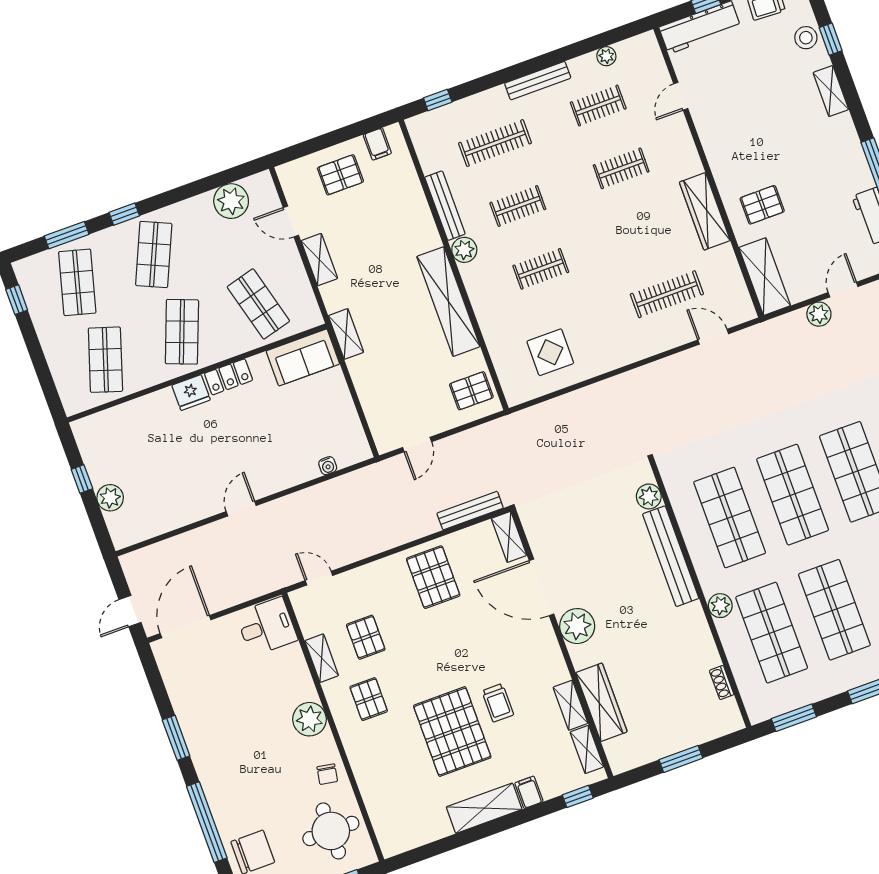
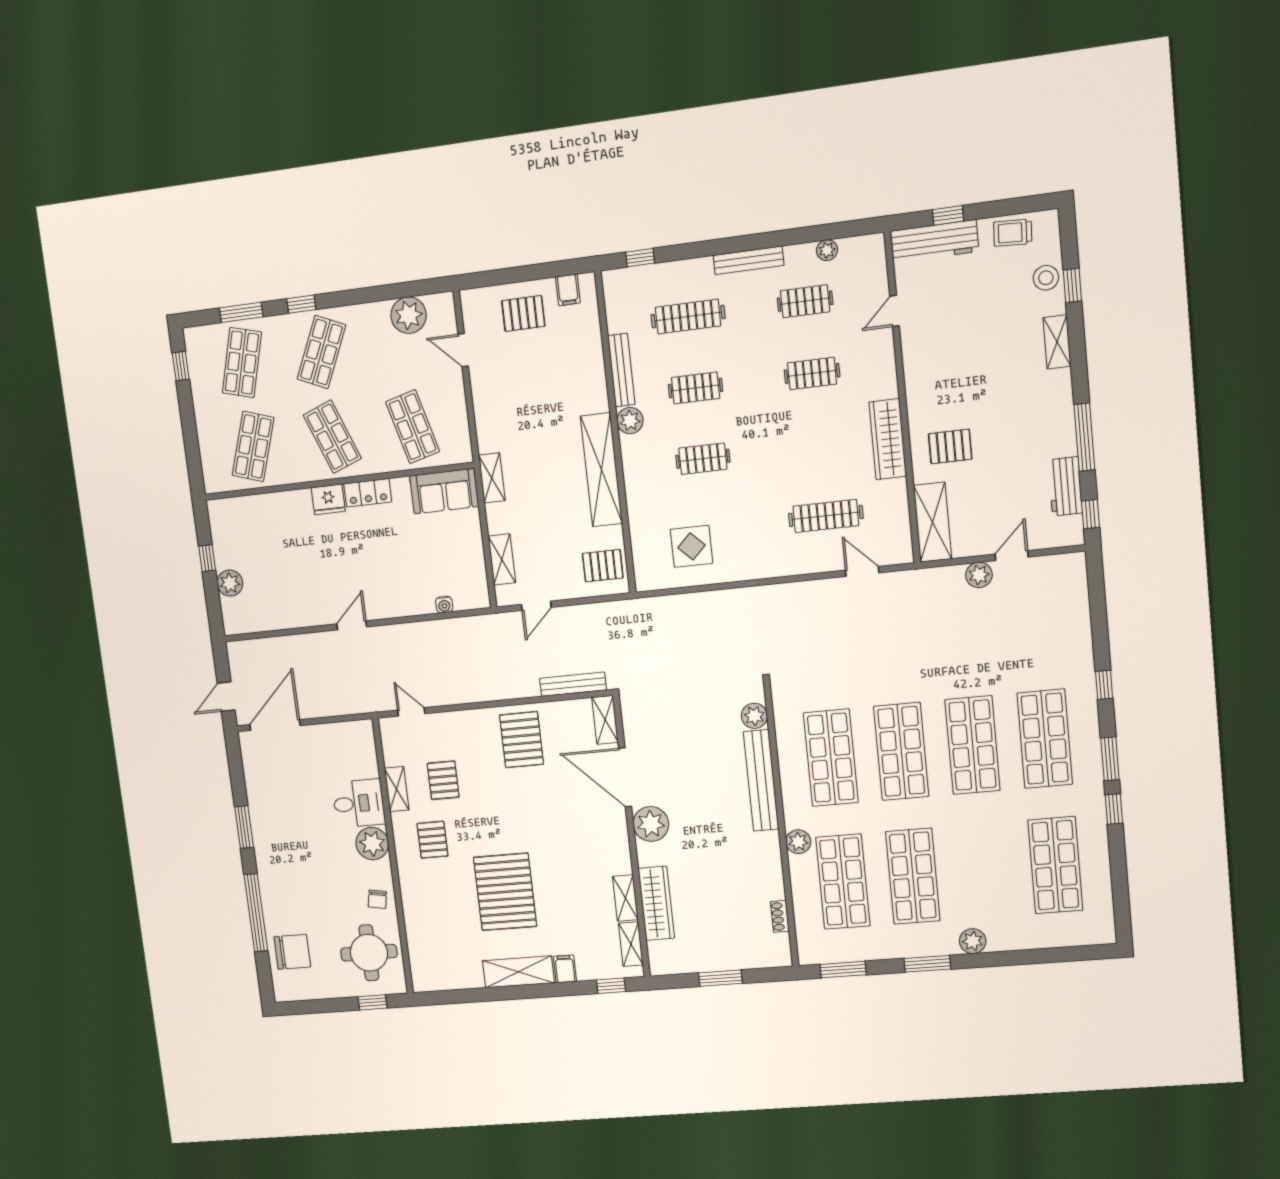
shelving: (319, 260) -> (502, 559), moved
shop shelf: (182, 332) -> (332, 437), turned -42
desk: (267, 627) -> (359, 803), moved
trolley: (498, 703) -> (555, 877), removed

